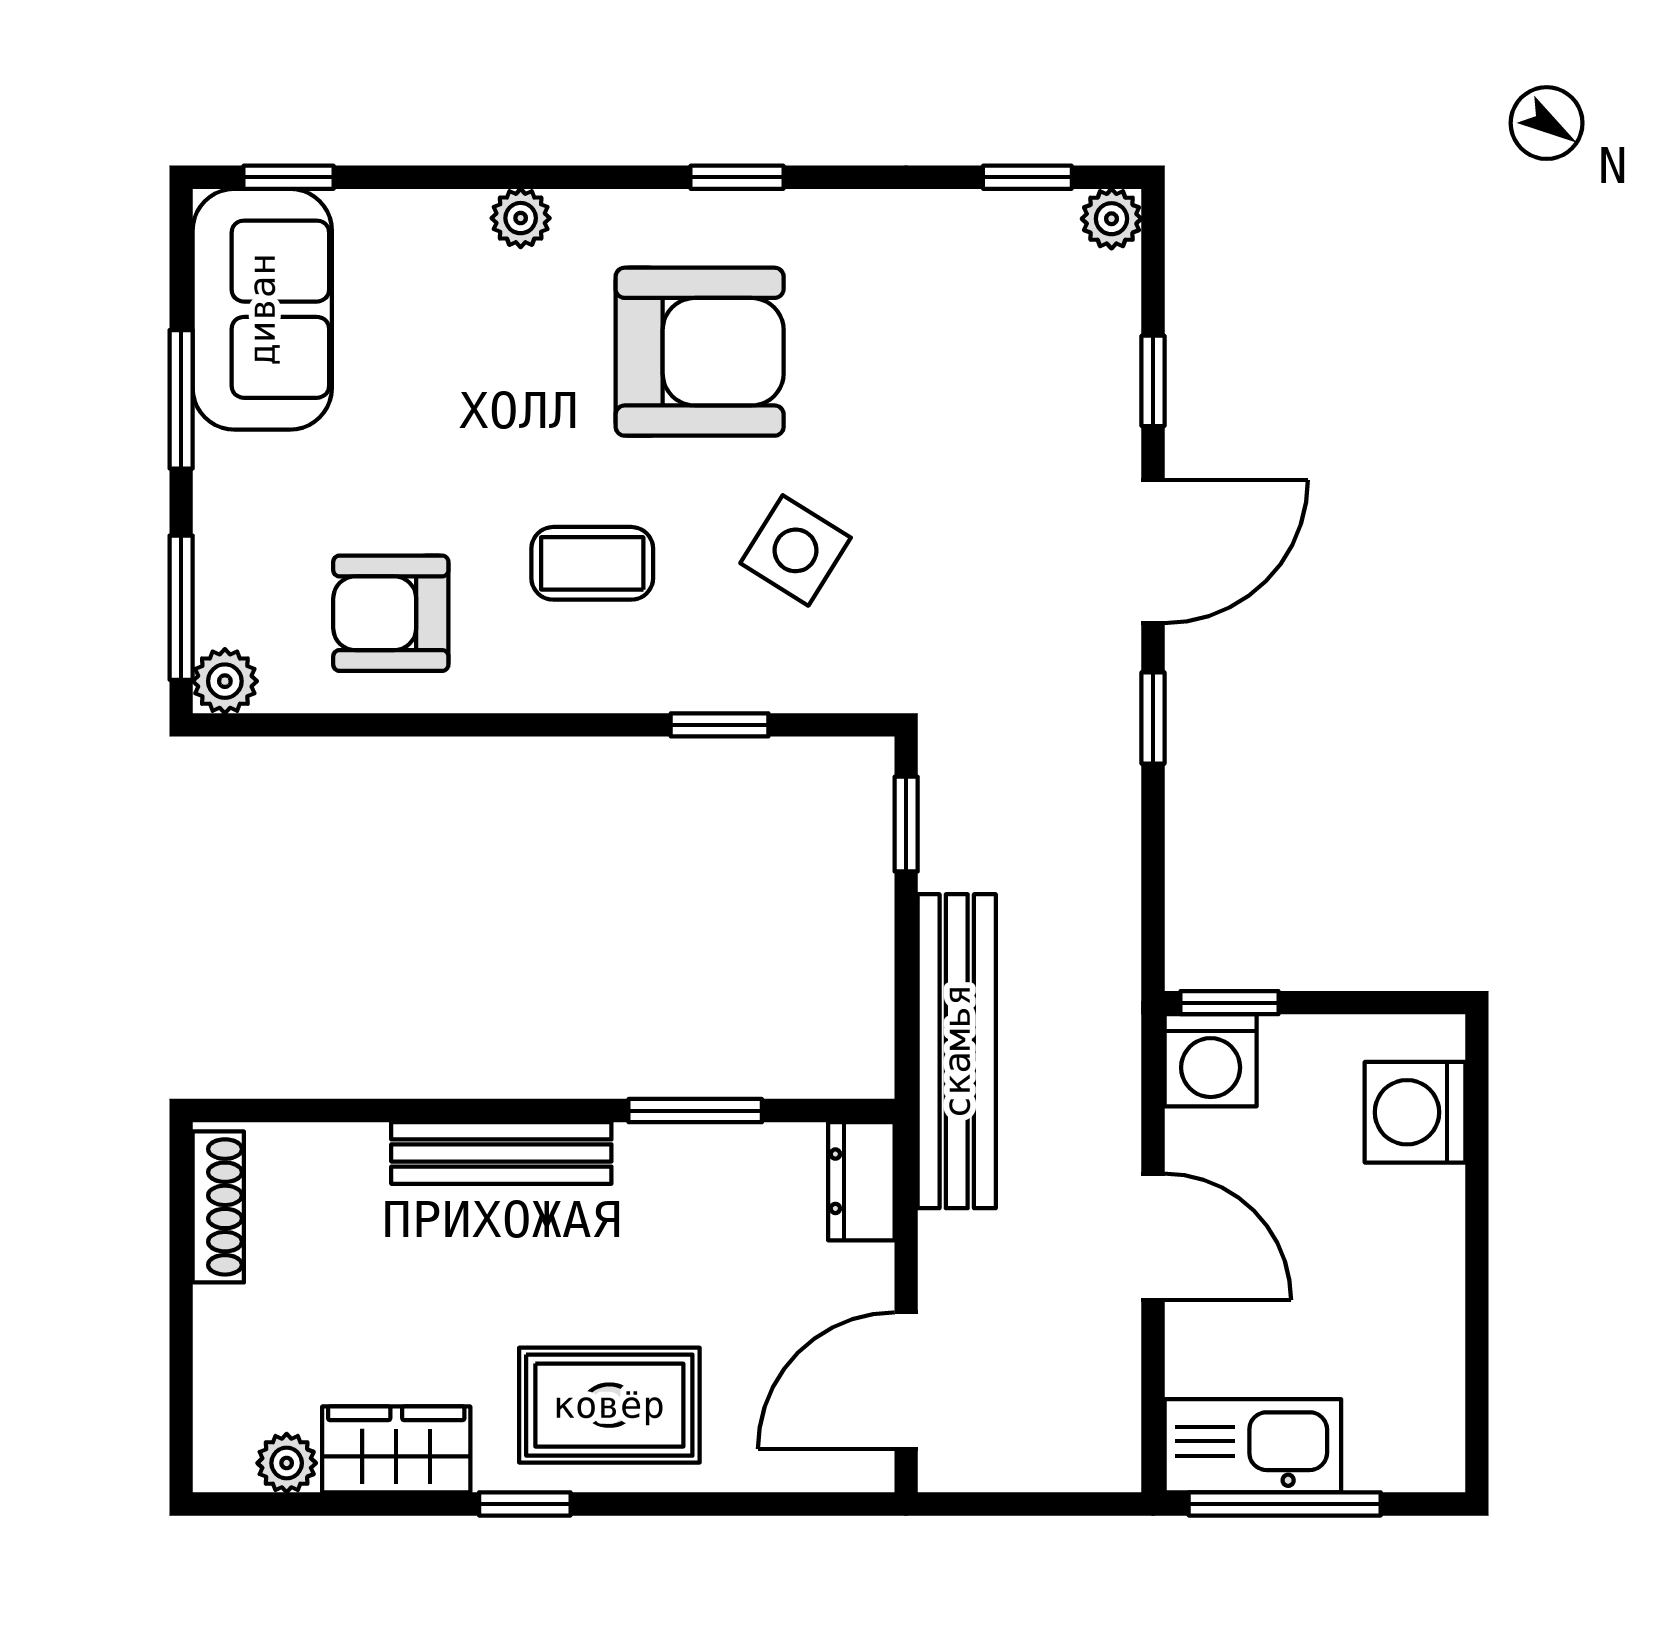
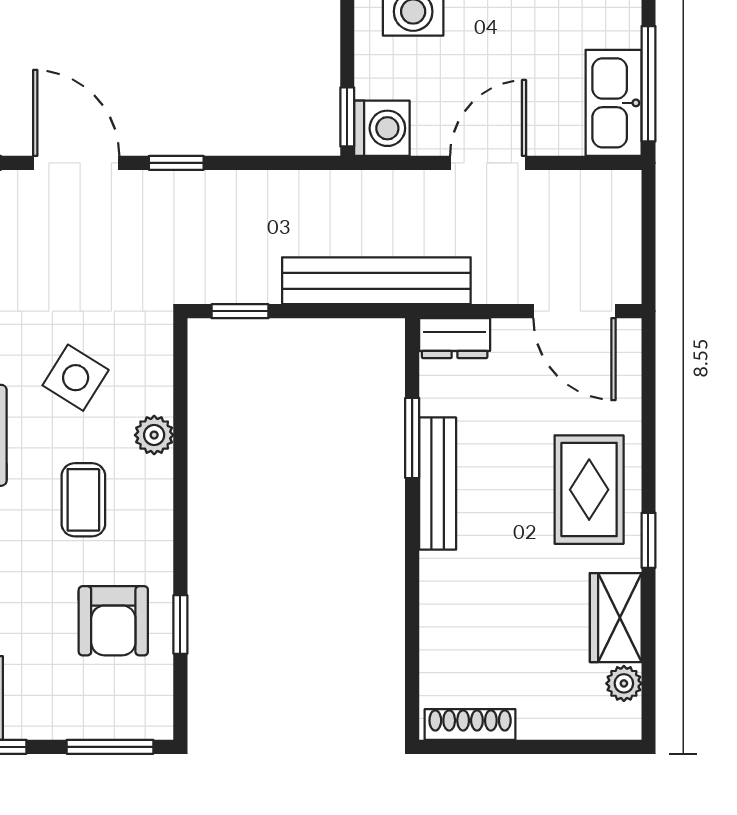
plant: (225, 681) -> (154, 435), moved
window: (720, 725) -> (180, 624), moved
bench: (501, 1153) -> (438, 484), moved

